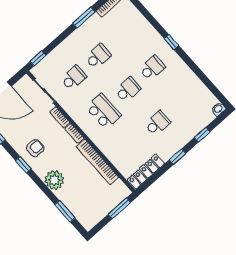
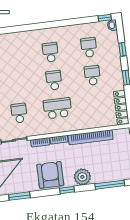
window: (171, 42) -> (105, 18), moved
school desk: (98, 56) -> (89, 47), moved
armchair: (35, 148) -> (50, 175), width x1.88, depth x1.88
window: (23, 165) -> (67, 190), moved
window: (65, 211) -> (110, 185), width x1.44

